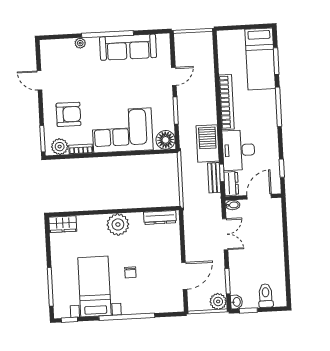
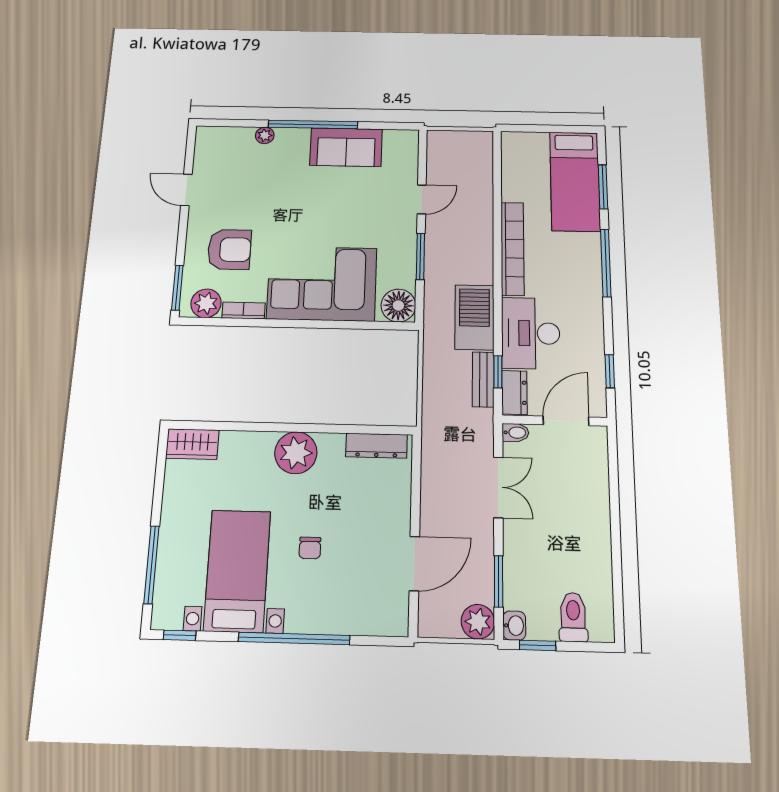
sofa: (128, 47) -> (346, 147), width x0.73

